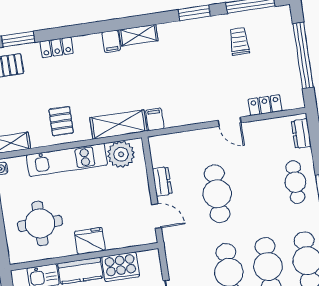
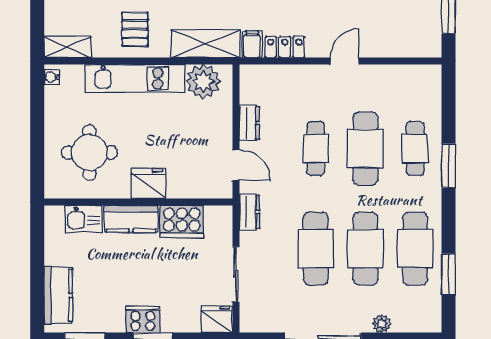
locker: (265, 105) -> (285, 47), moved
door: (230, 122) -> (345, 61), swing flipped
dresser: (301, 134) -> (250, 212), moved, turned 180
cafe table: (256, 188) -> (365, 148), added
cafe table: (217, 194) -> (316, 148), width x0.73, depth x0.74

